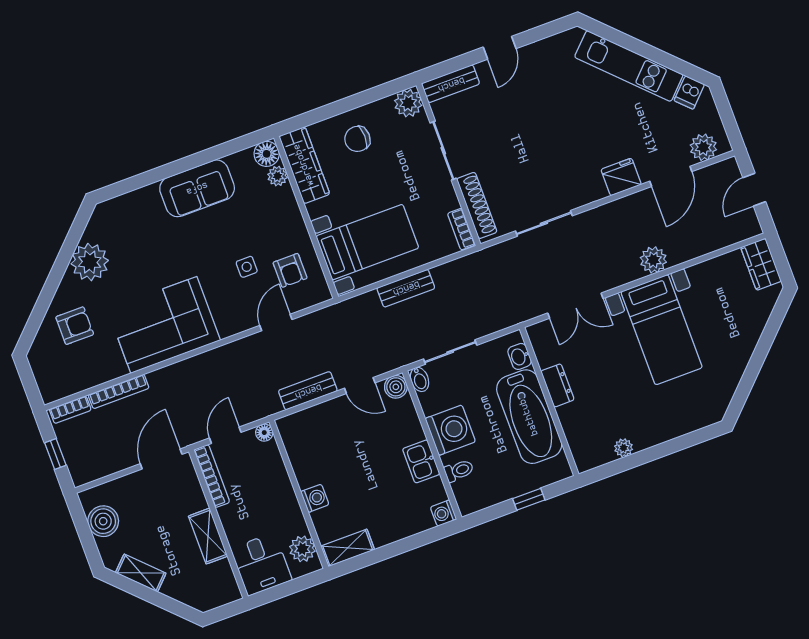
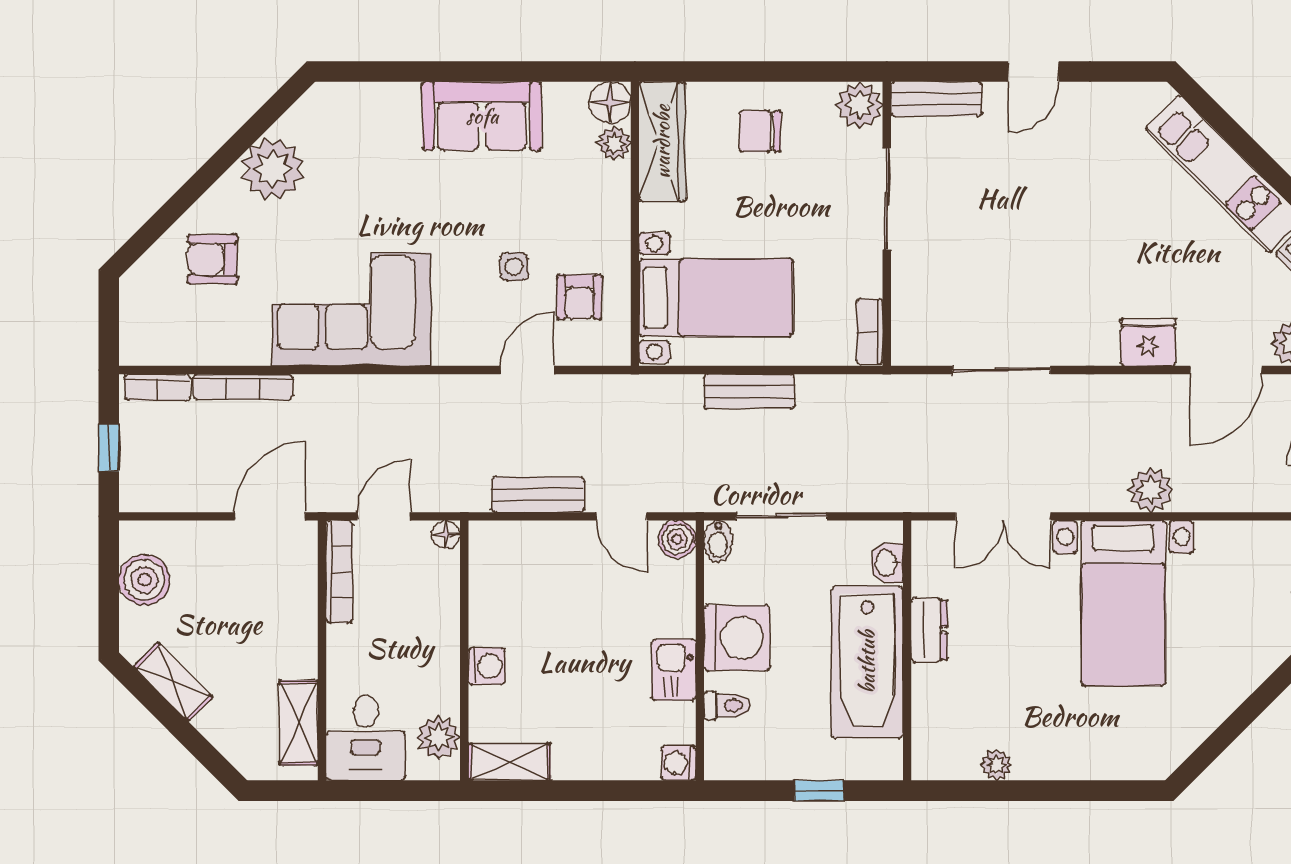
shoe rack: (477, 205) -> (907, 304), removed
armchair: (75, 326) -> (213, 259), turned 180
shelving: (208, 536) -> (299, 723), moved

